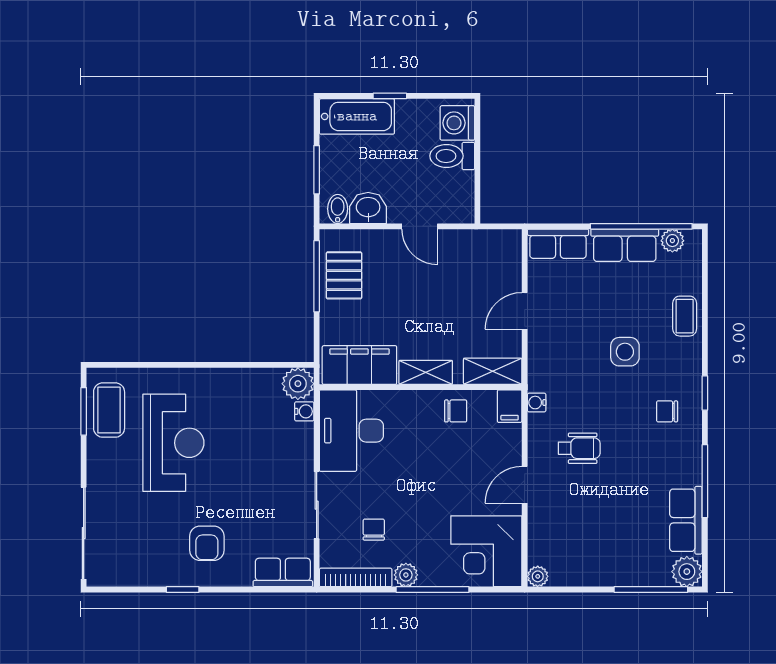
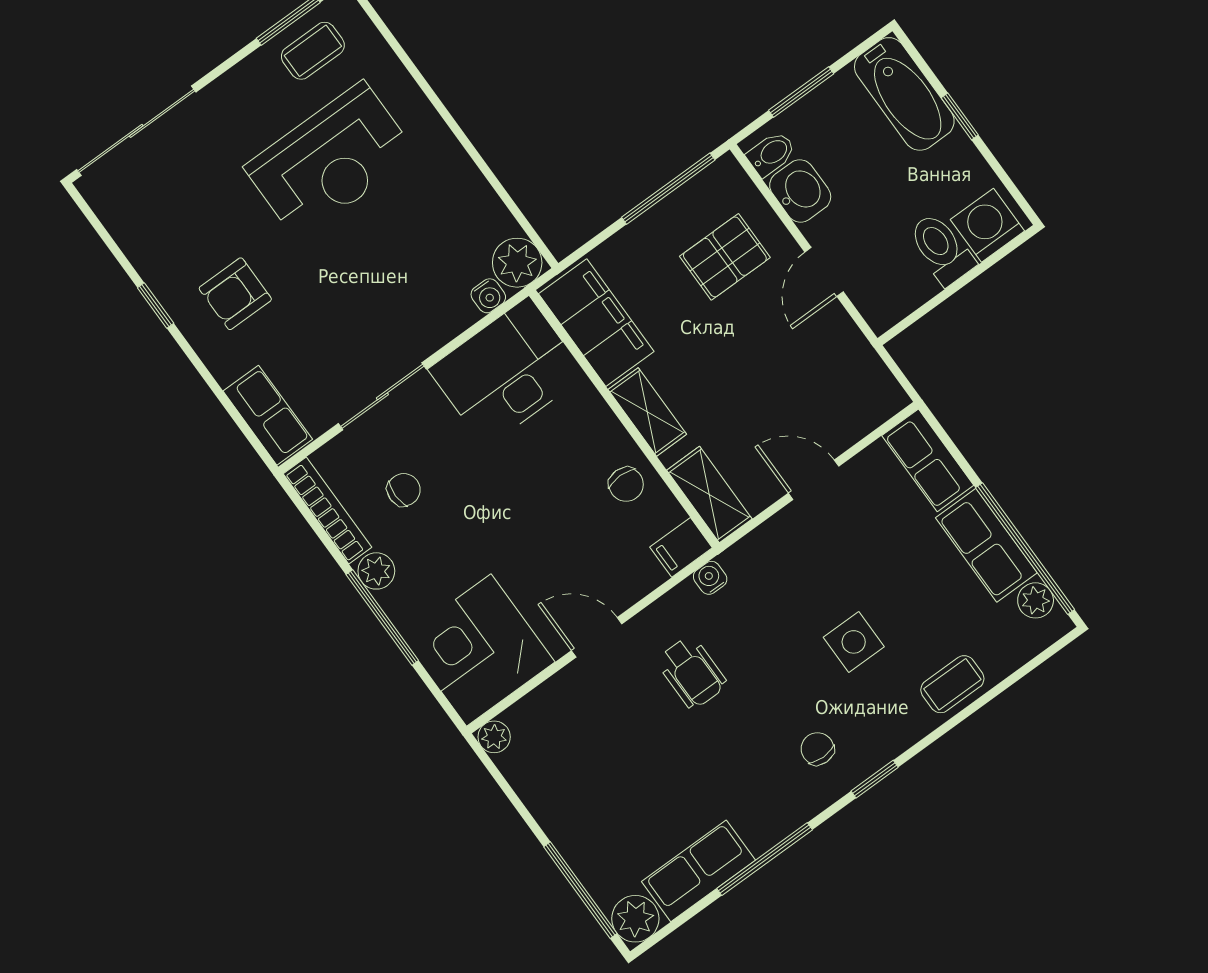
pallet: (344, 275) -> (725, 257), moved
coffee table: (109, 410) -> (313, 51), width x0.73, depth x0.77

